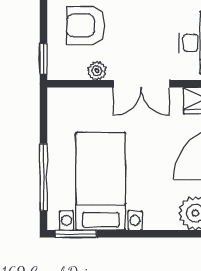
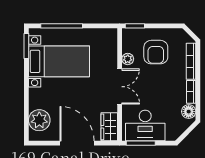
armchair: (86, 26) -> (156, 52), turned 180
double door: (141, 84) -> (120, 87), swing flipped

